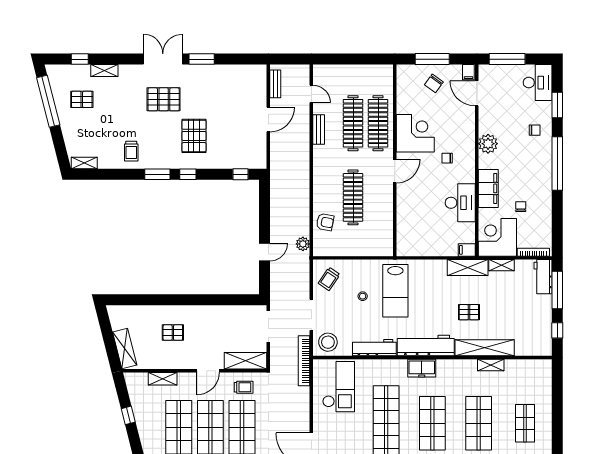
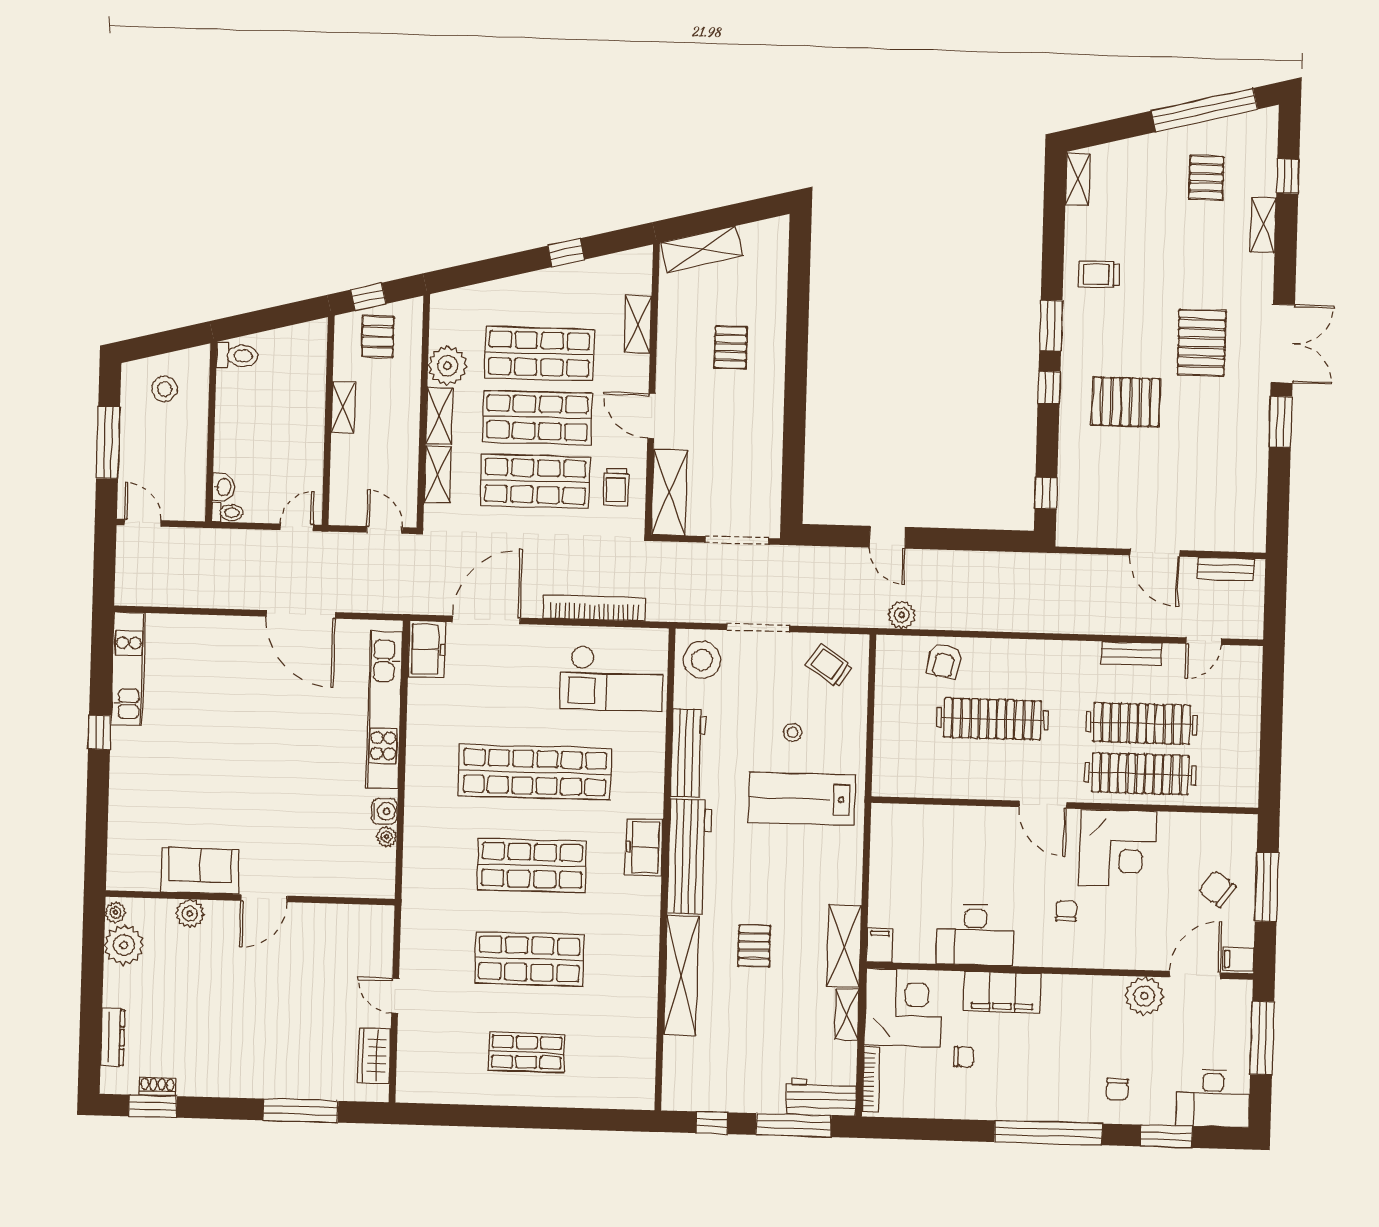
plant: (488, 144) -> (1144, 996), moved
bookcase: (304, 361) -> (594, 608), moved
shelving: (491, 365) -> (646, 987), removed

